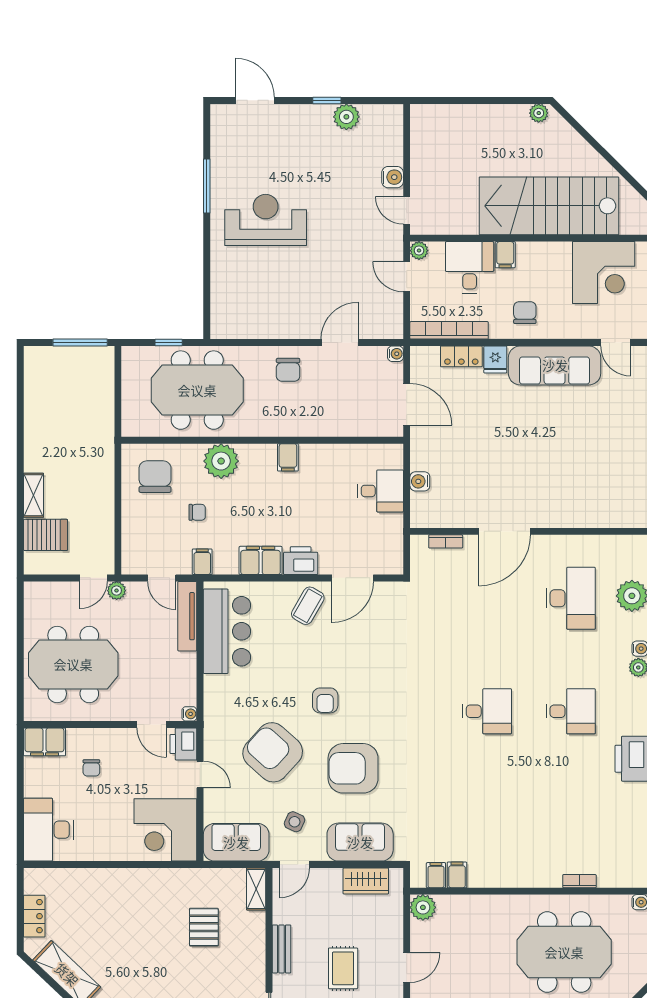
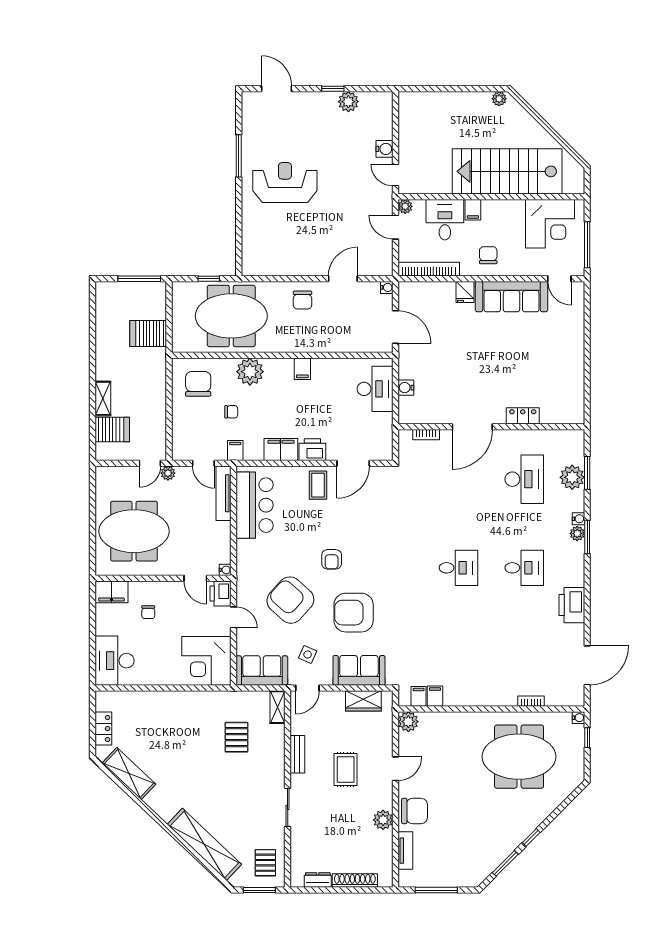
locker: (461, 356) -> (523, 416), moved, turned 180
server rack: (91, 412) -> (148, 333), added
desk: (381, 491) -> (375, 389), width x1.37
coffee table: (308, 606) -> (318, 485), turned -30

